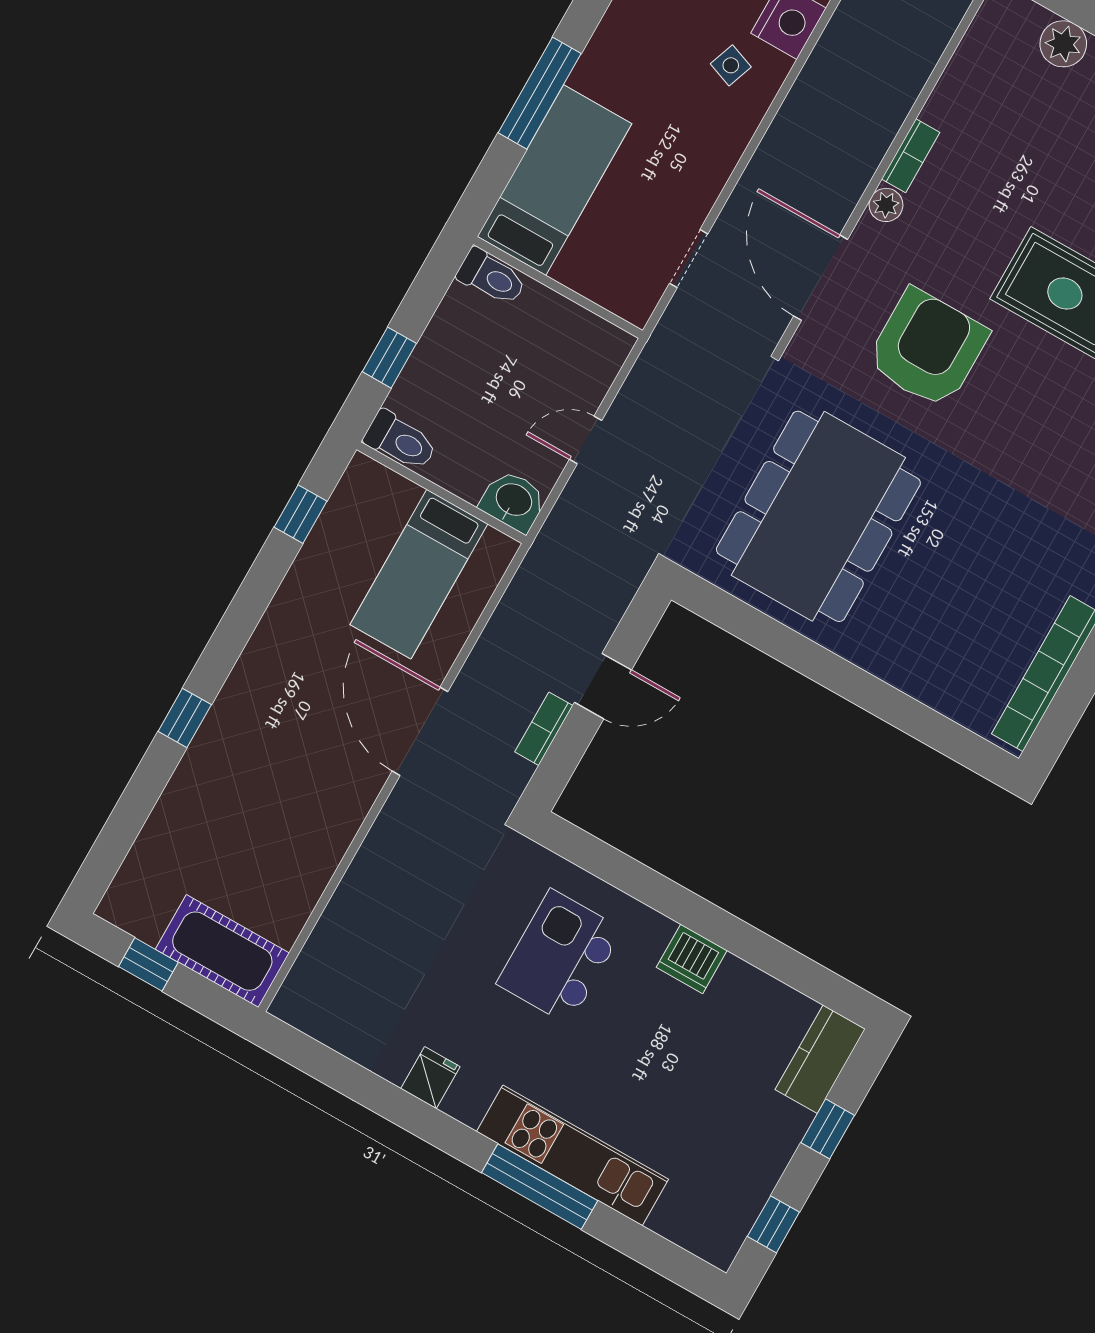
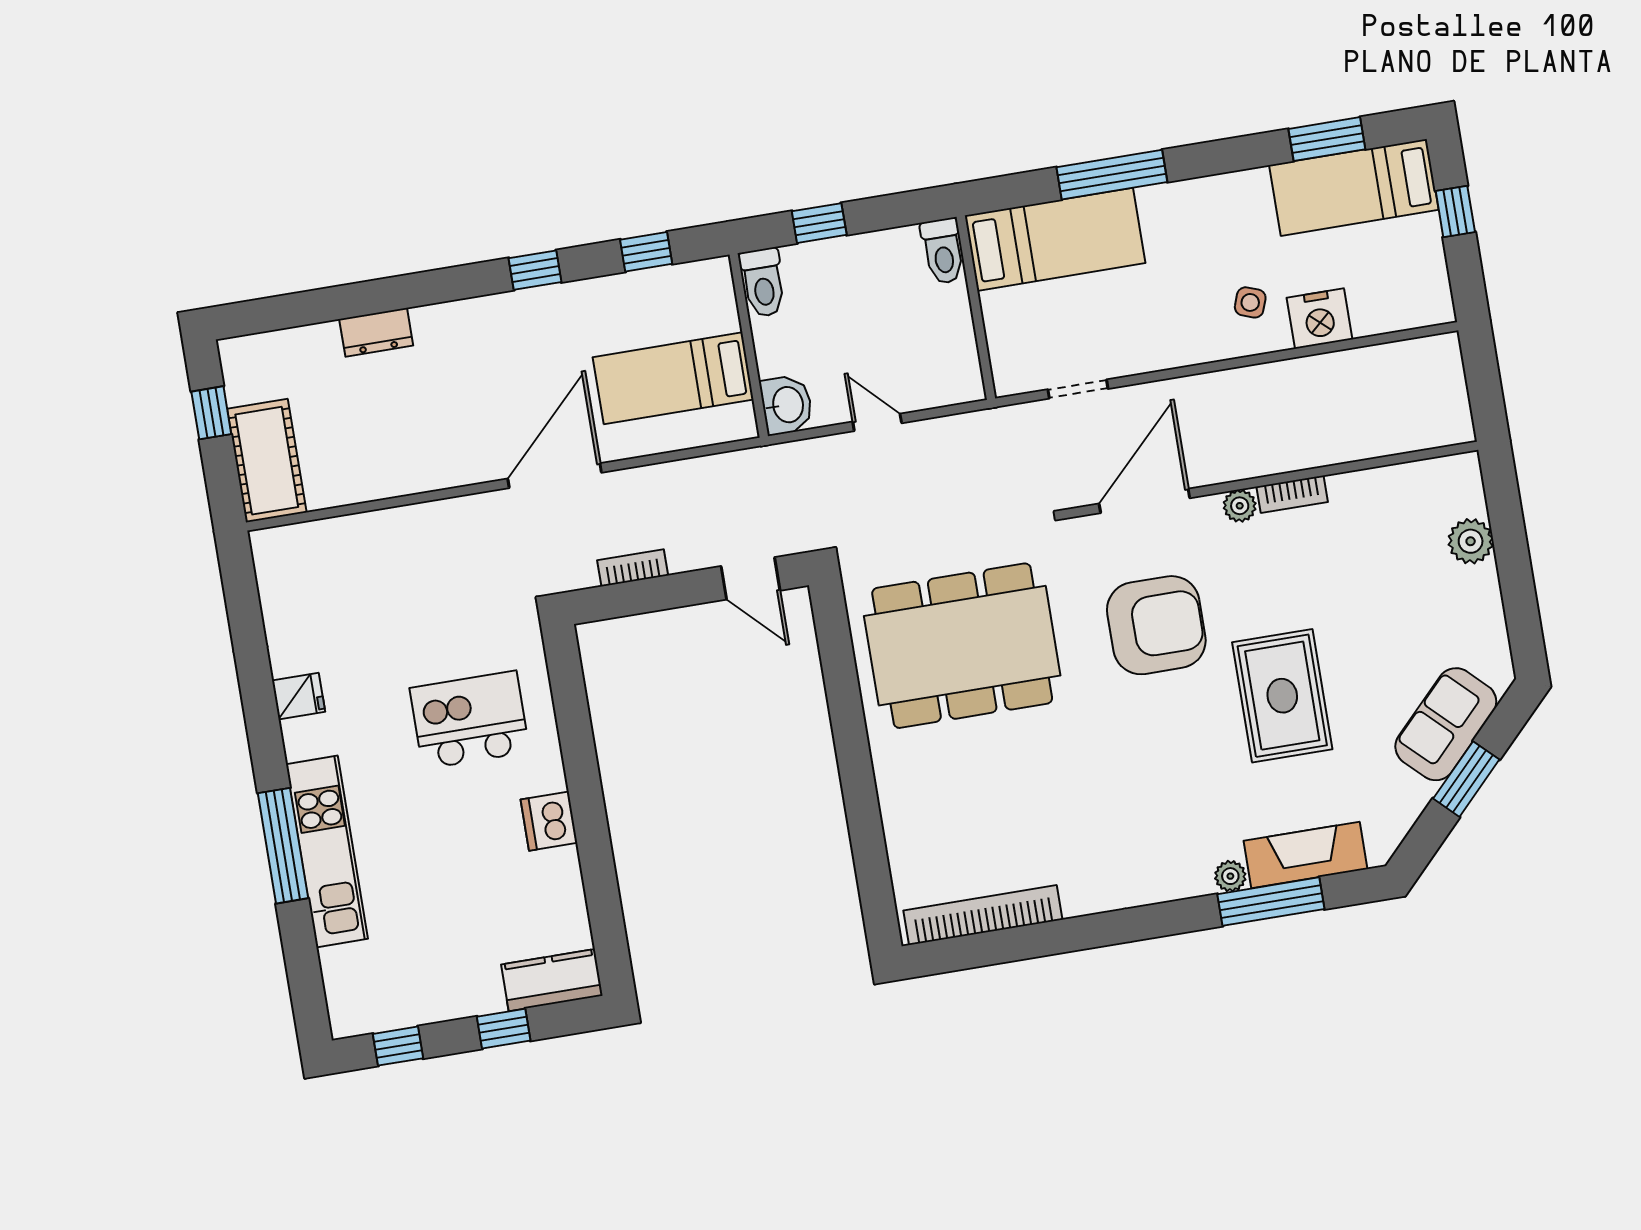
door: (603, 686) -> (751, 578), moved
window: (185, 718) -> (535, 270), moved
dresser: (191, 781) -> (376, 332), added

